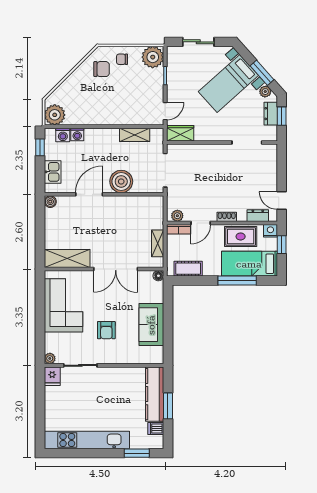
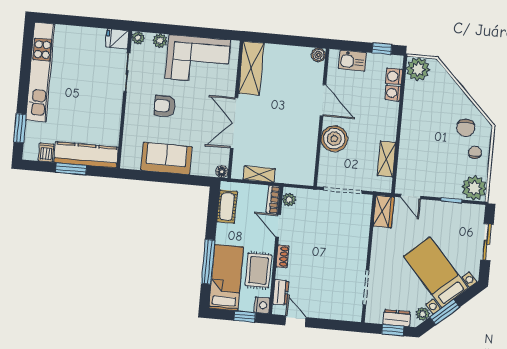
door: (282, 201) -> (296, 321), hinge flipped
plant: (50, 339) -> (160, 41), added

